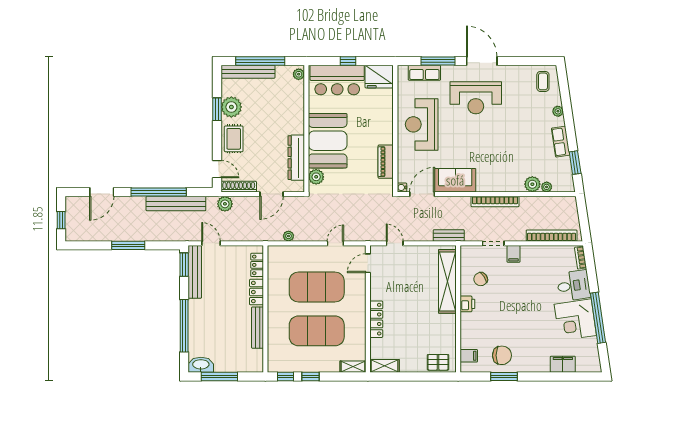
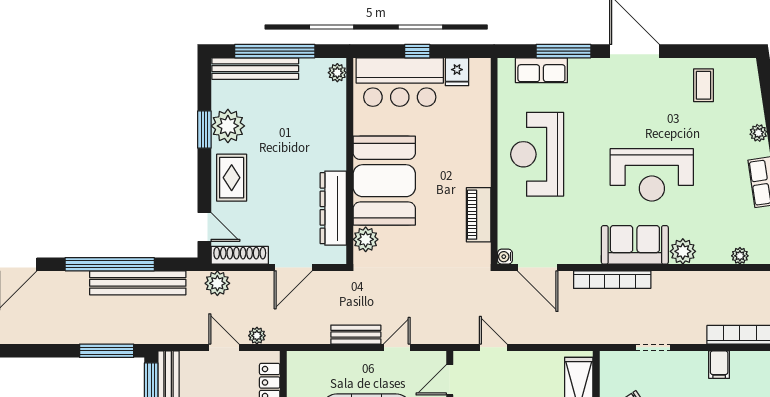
fridge: (379, 77) -> (457, 72), width x0.53, depth x0.75
coffee table: (543, 81) -> (703, 85), moved
reception desk: (476, 98) -> (652, 175), moved
sofa: (455, 180) -> (635, 245), moved
plant: (532, 184) -> (683, 251), moved
door: (422, 194) -> (538, 268), swing flipped
bookcase: (495, 202) -> (612, 280), moved
bench: (449, 235) -> (356, 335), moved
plant: (288, 236) -> (257, 336), moved
door: (211, 243) -> (224, 347), moved
window: (128, 245) -> (107, 351), moved
filing cabinet: (514, 254) -> (719, 365), moved

